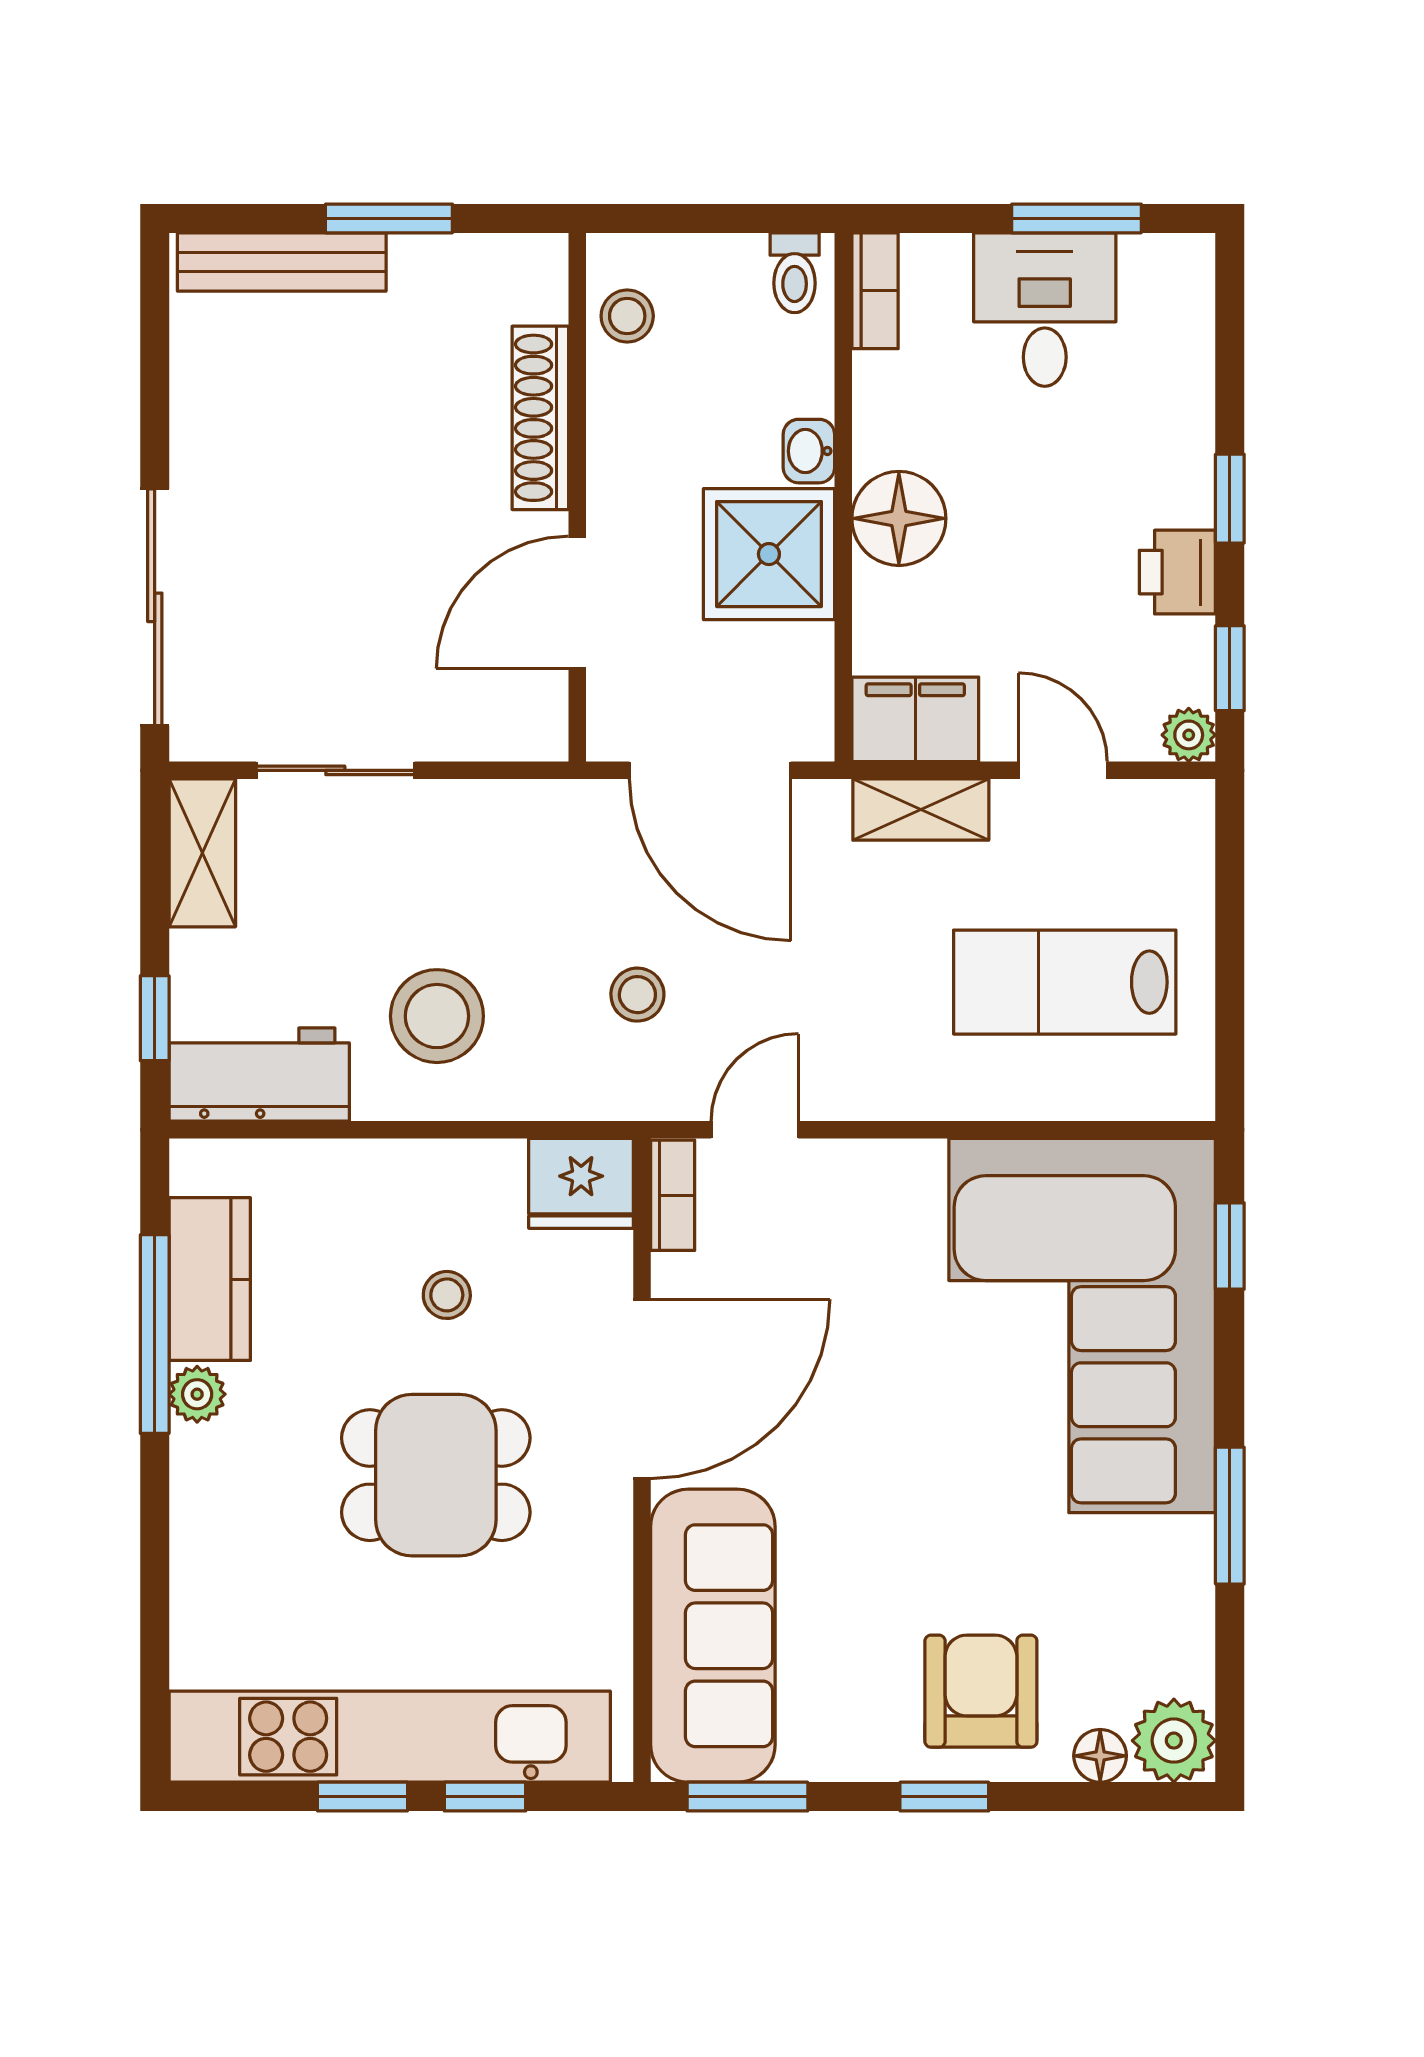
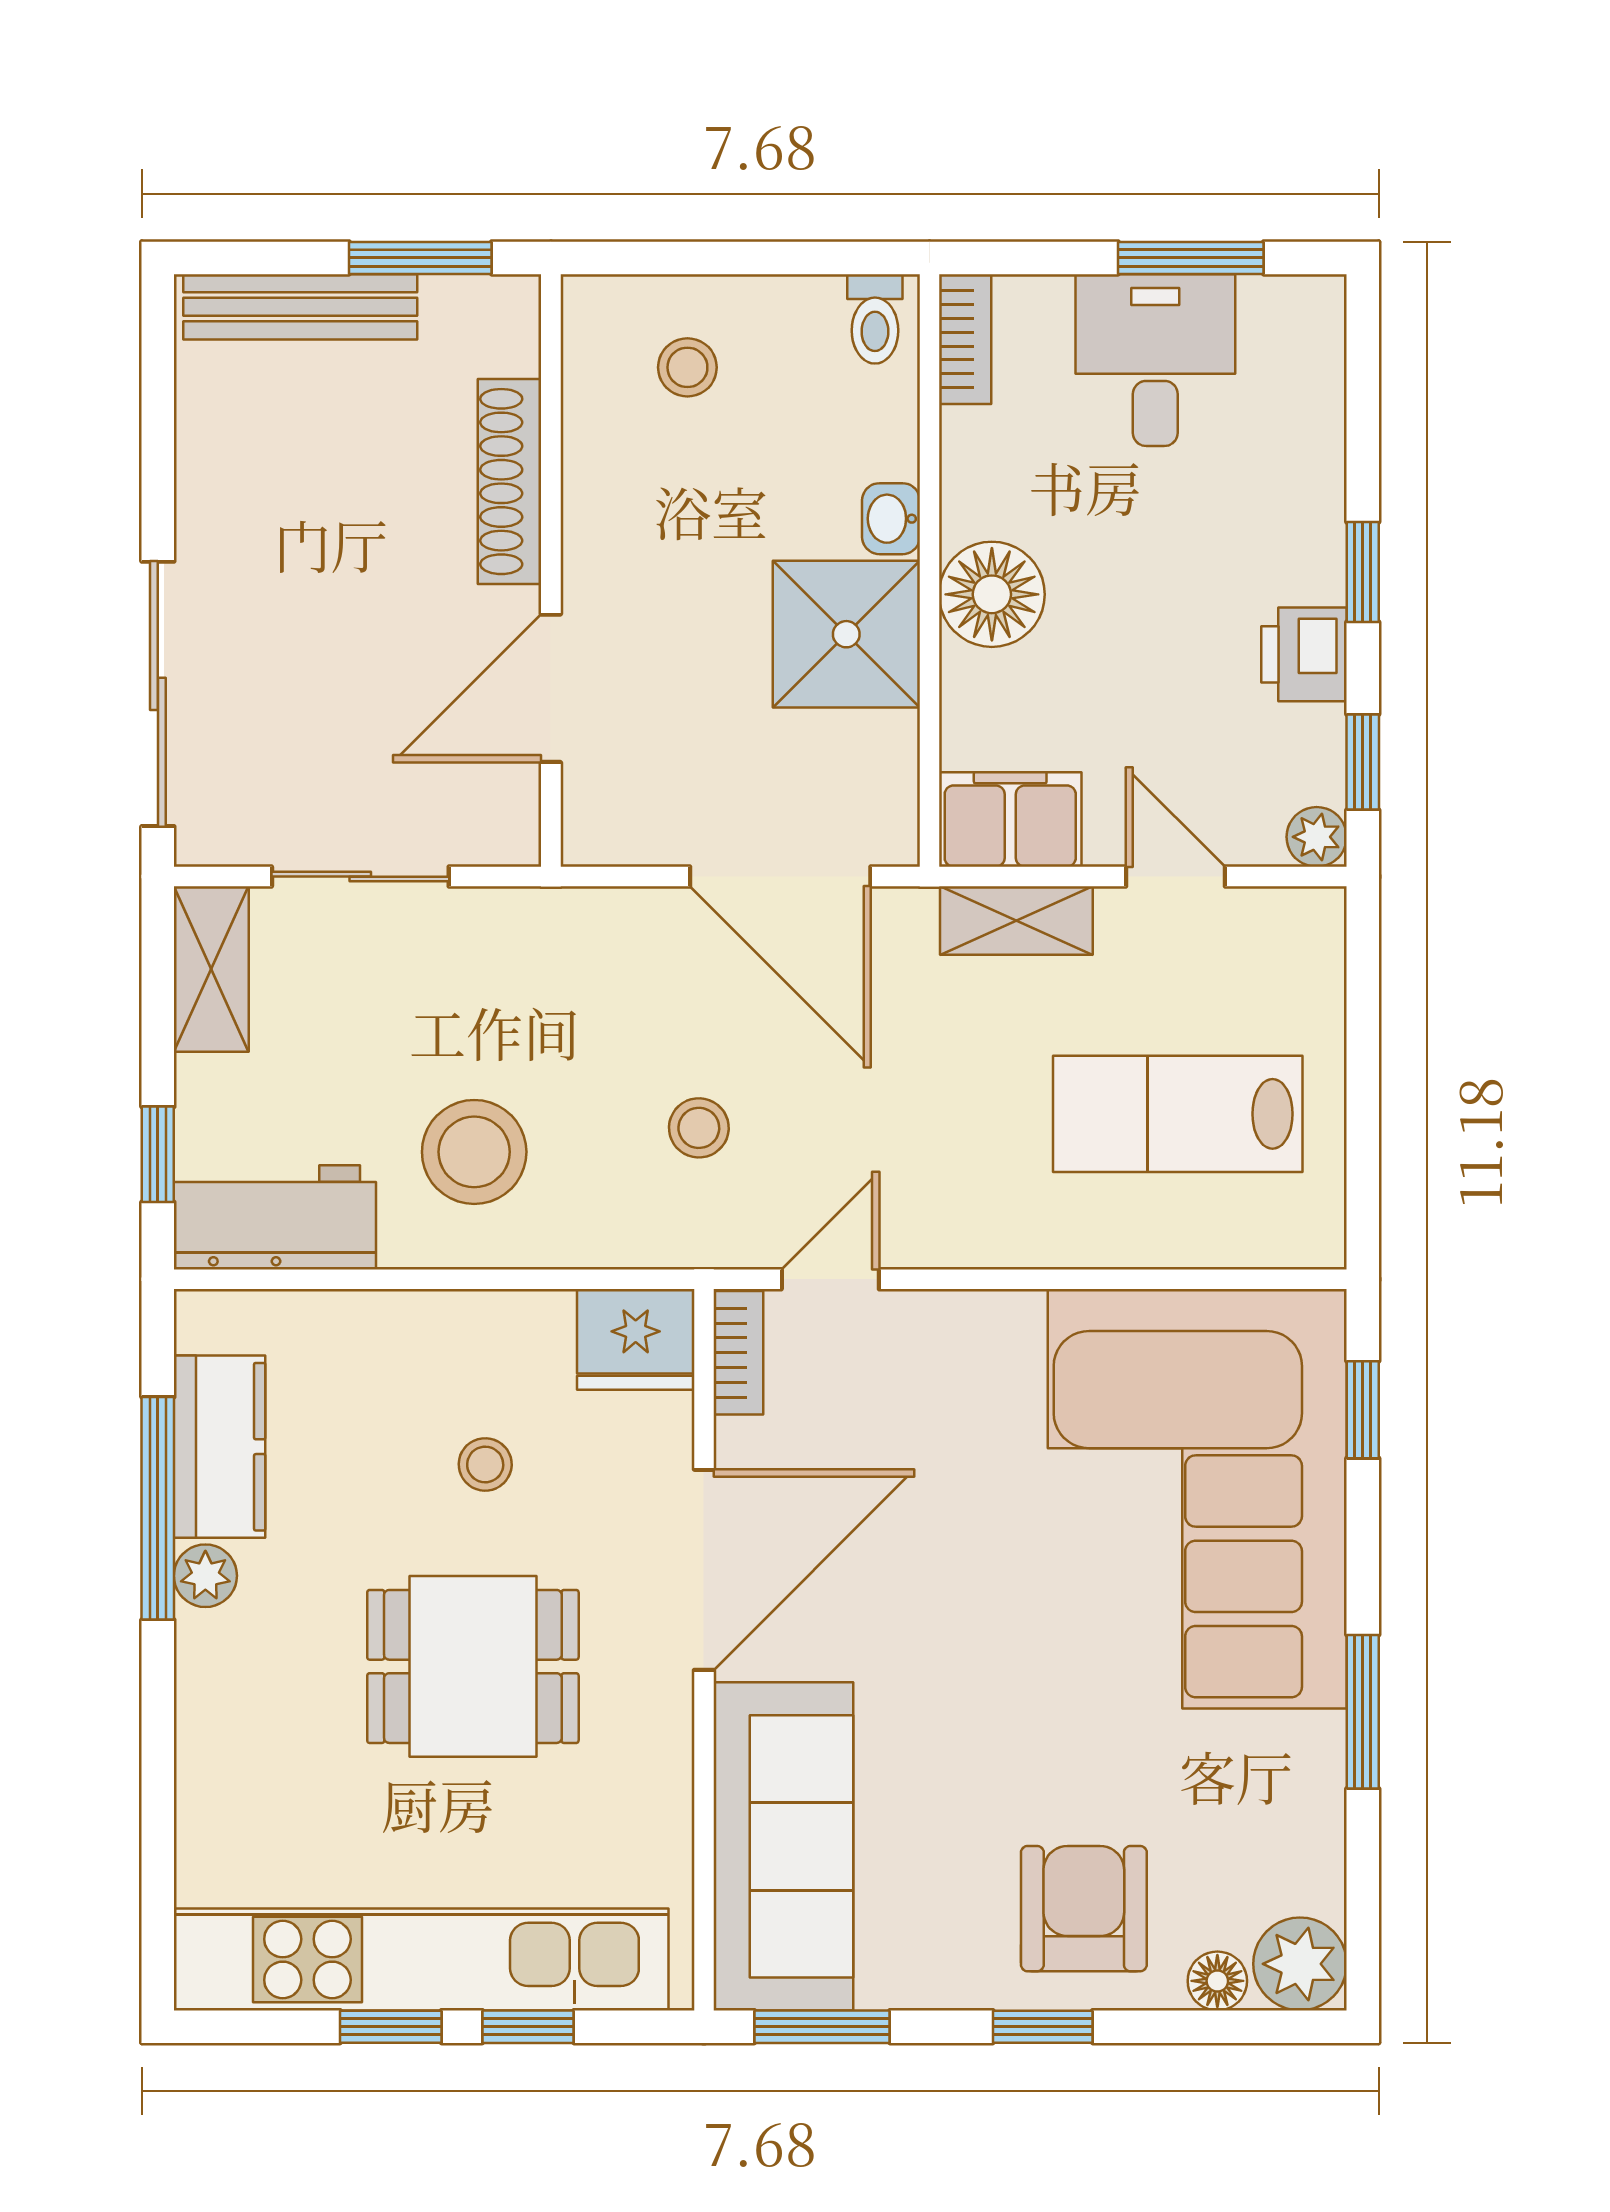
shoe rack: (540, 418) -> (509, 482), moved
wall: (577, 497) -> (551, 570), moved
door: (577, 602) -> (551, 688), moved

